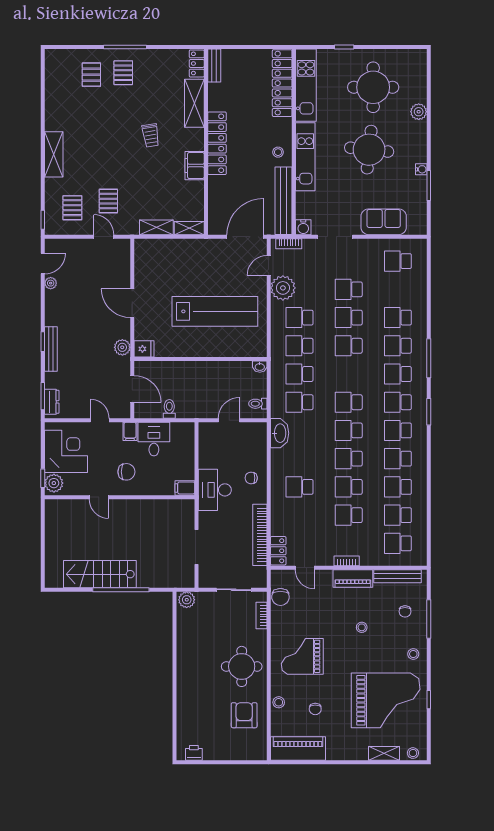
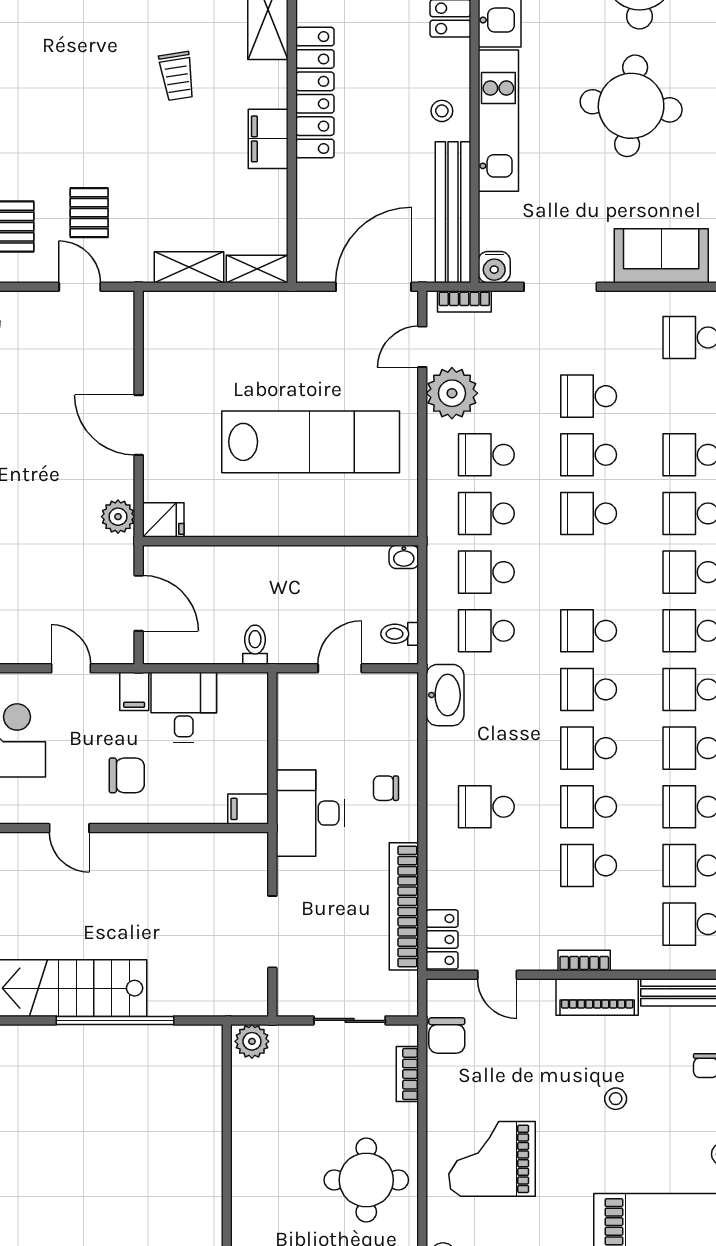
toilet: (169, 409) -> (255, 645), moved

